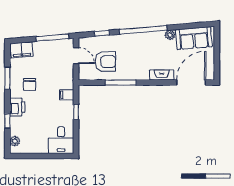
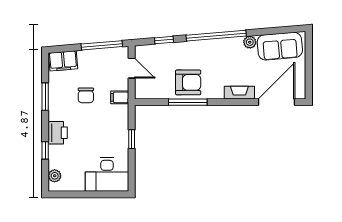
armchair: (105, 62) -> (188, 82), moved
chair: (30, 84) -> (86, 95), moved
filing cabinet: (67, 95) -> (120, 97), moved
desk: (61, 140) -> (107, 174), width x1.37

